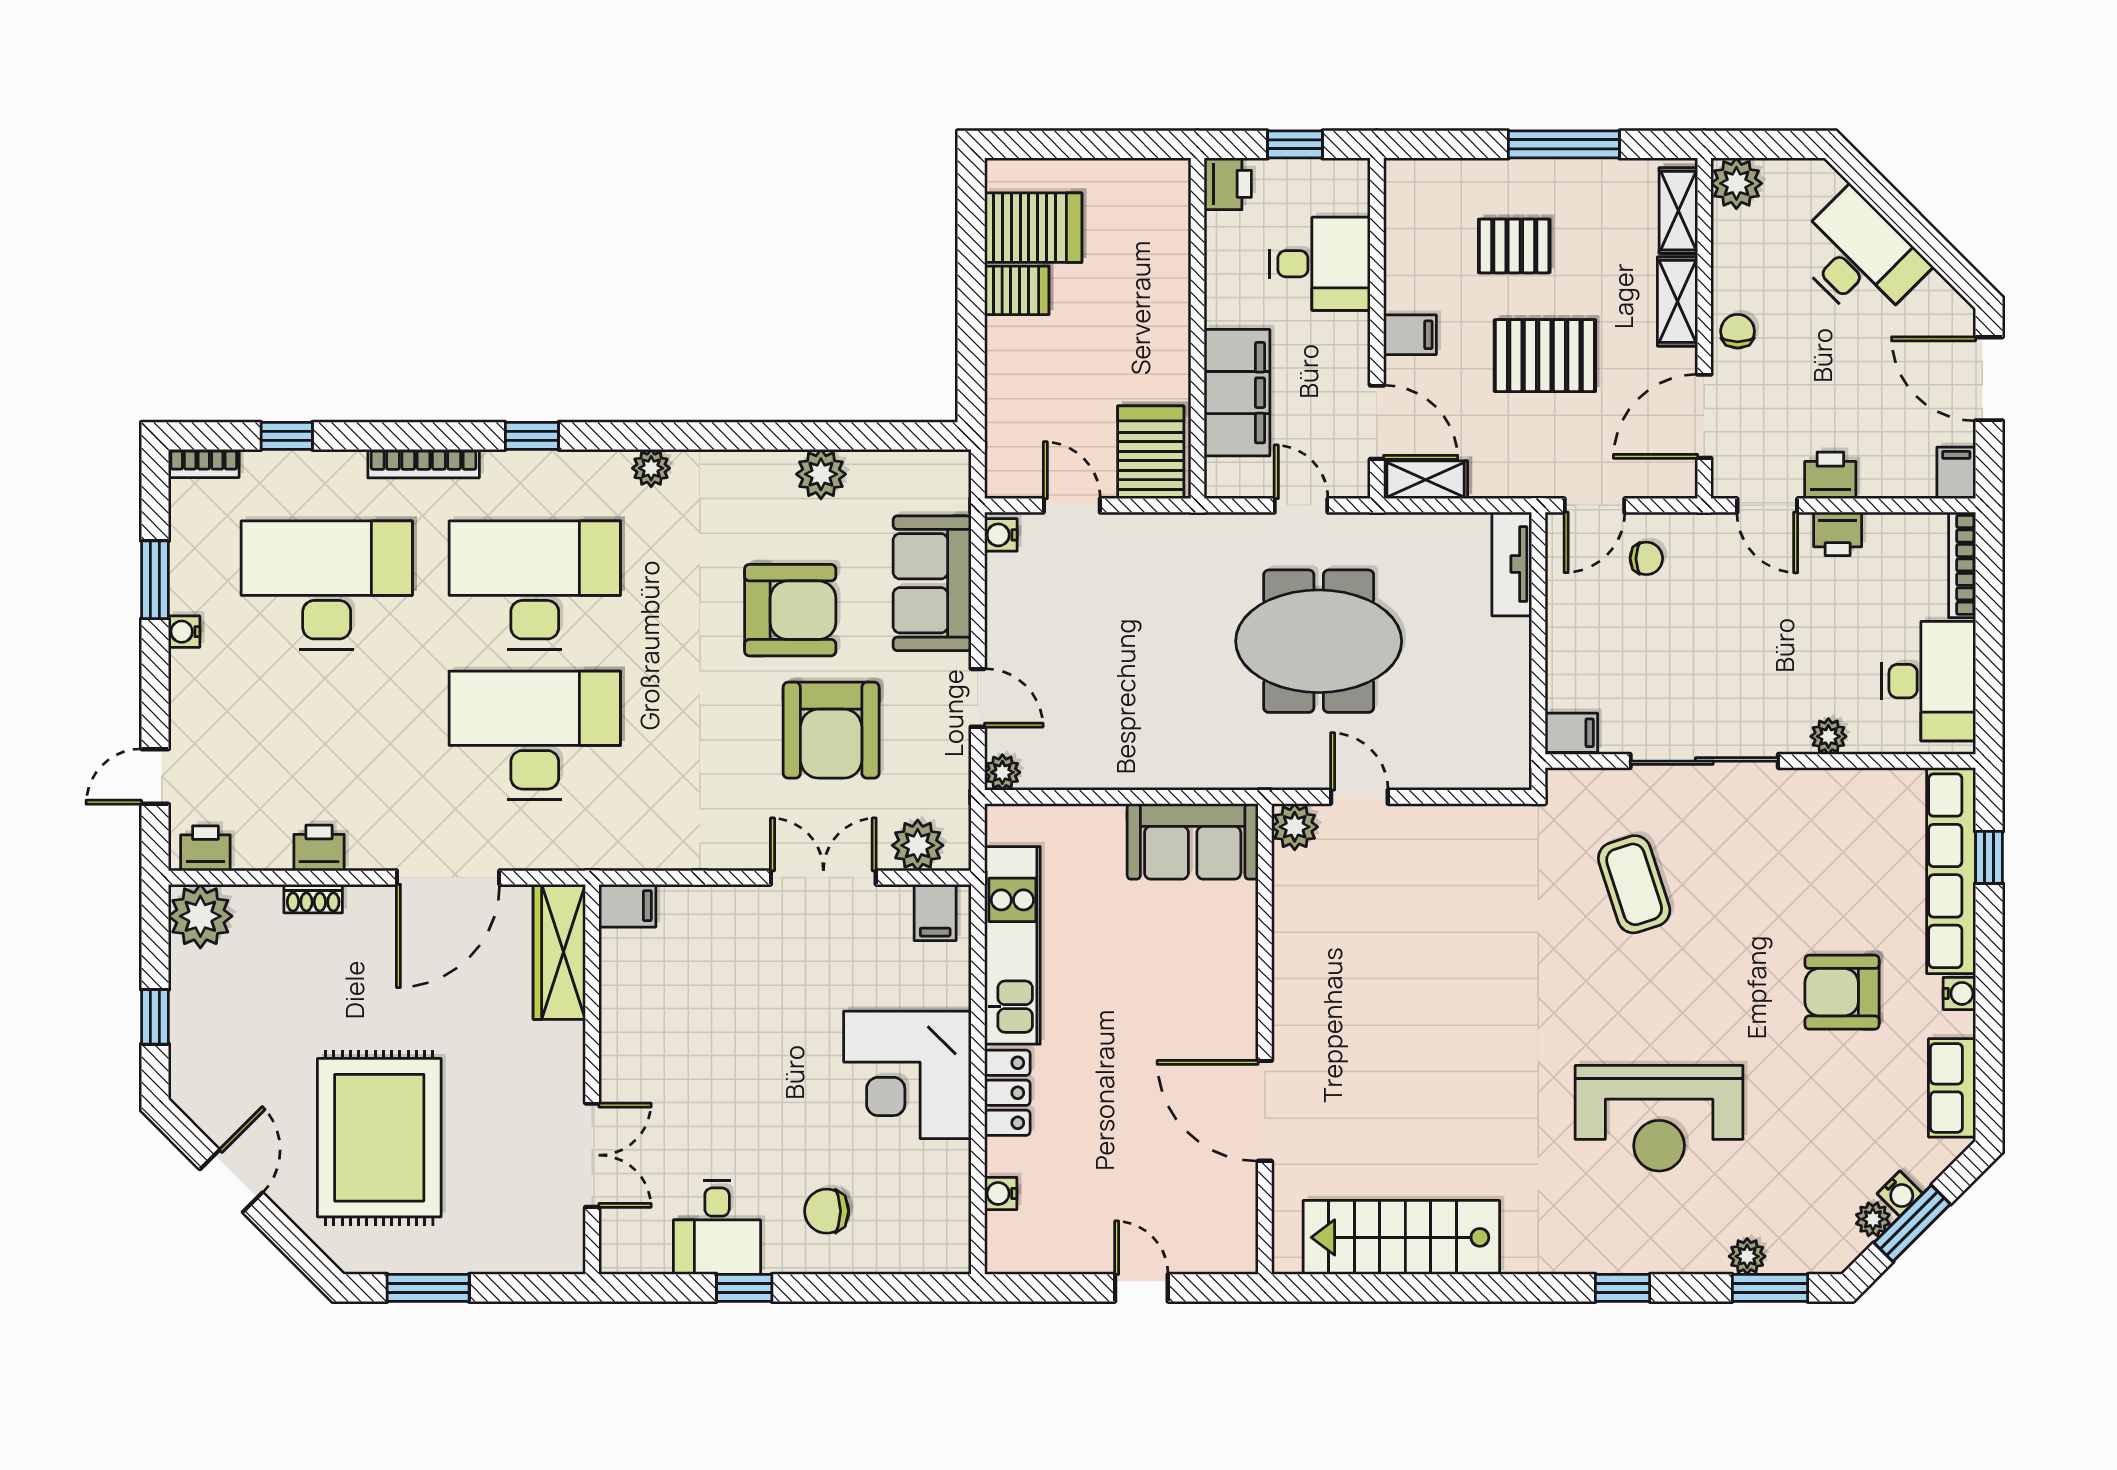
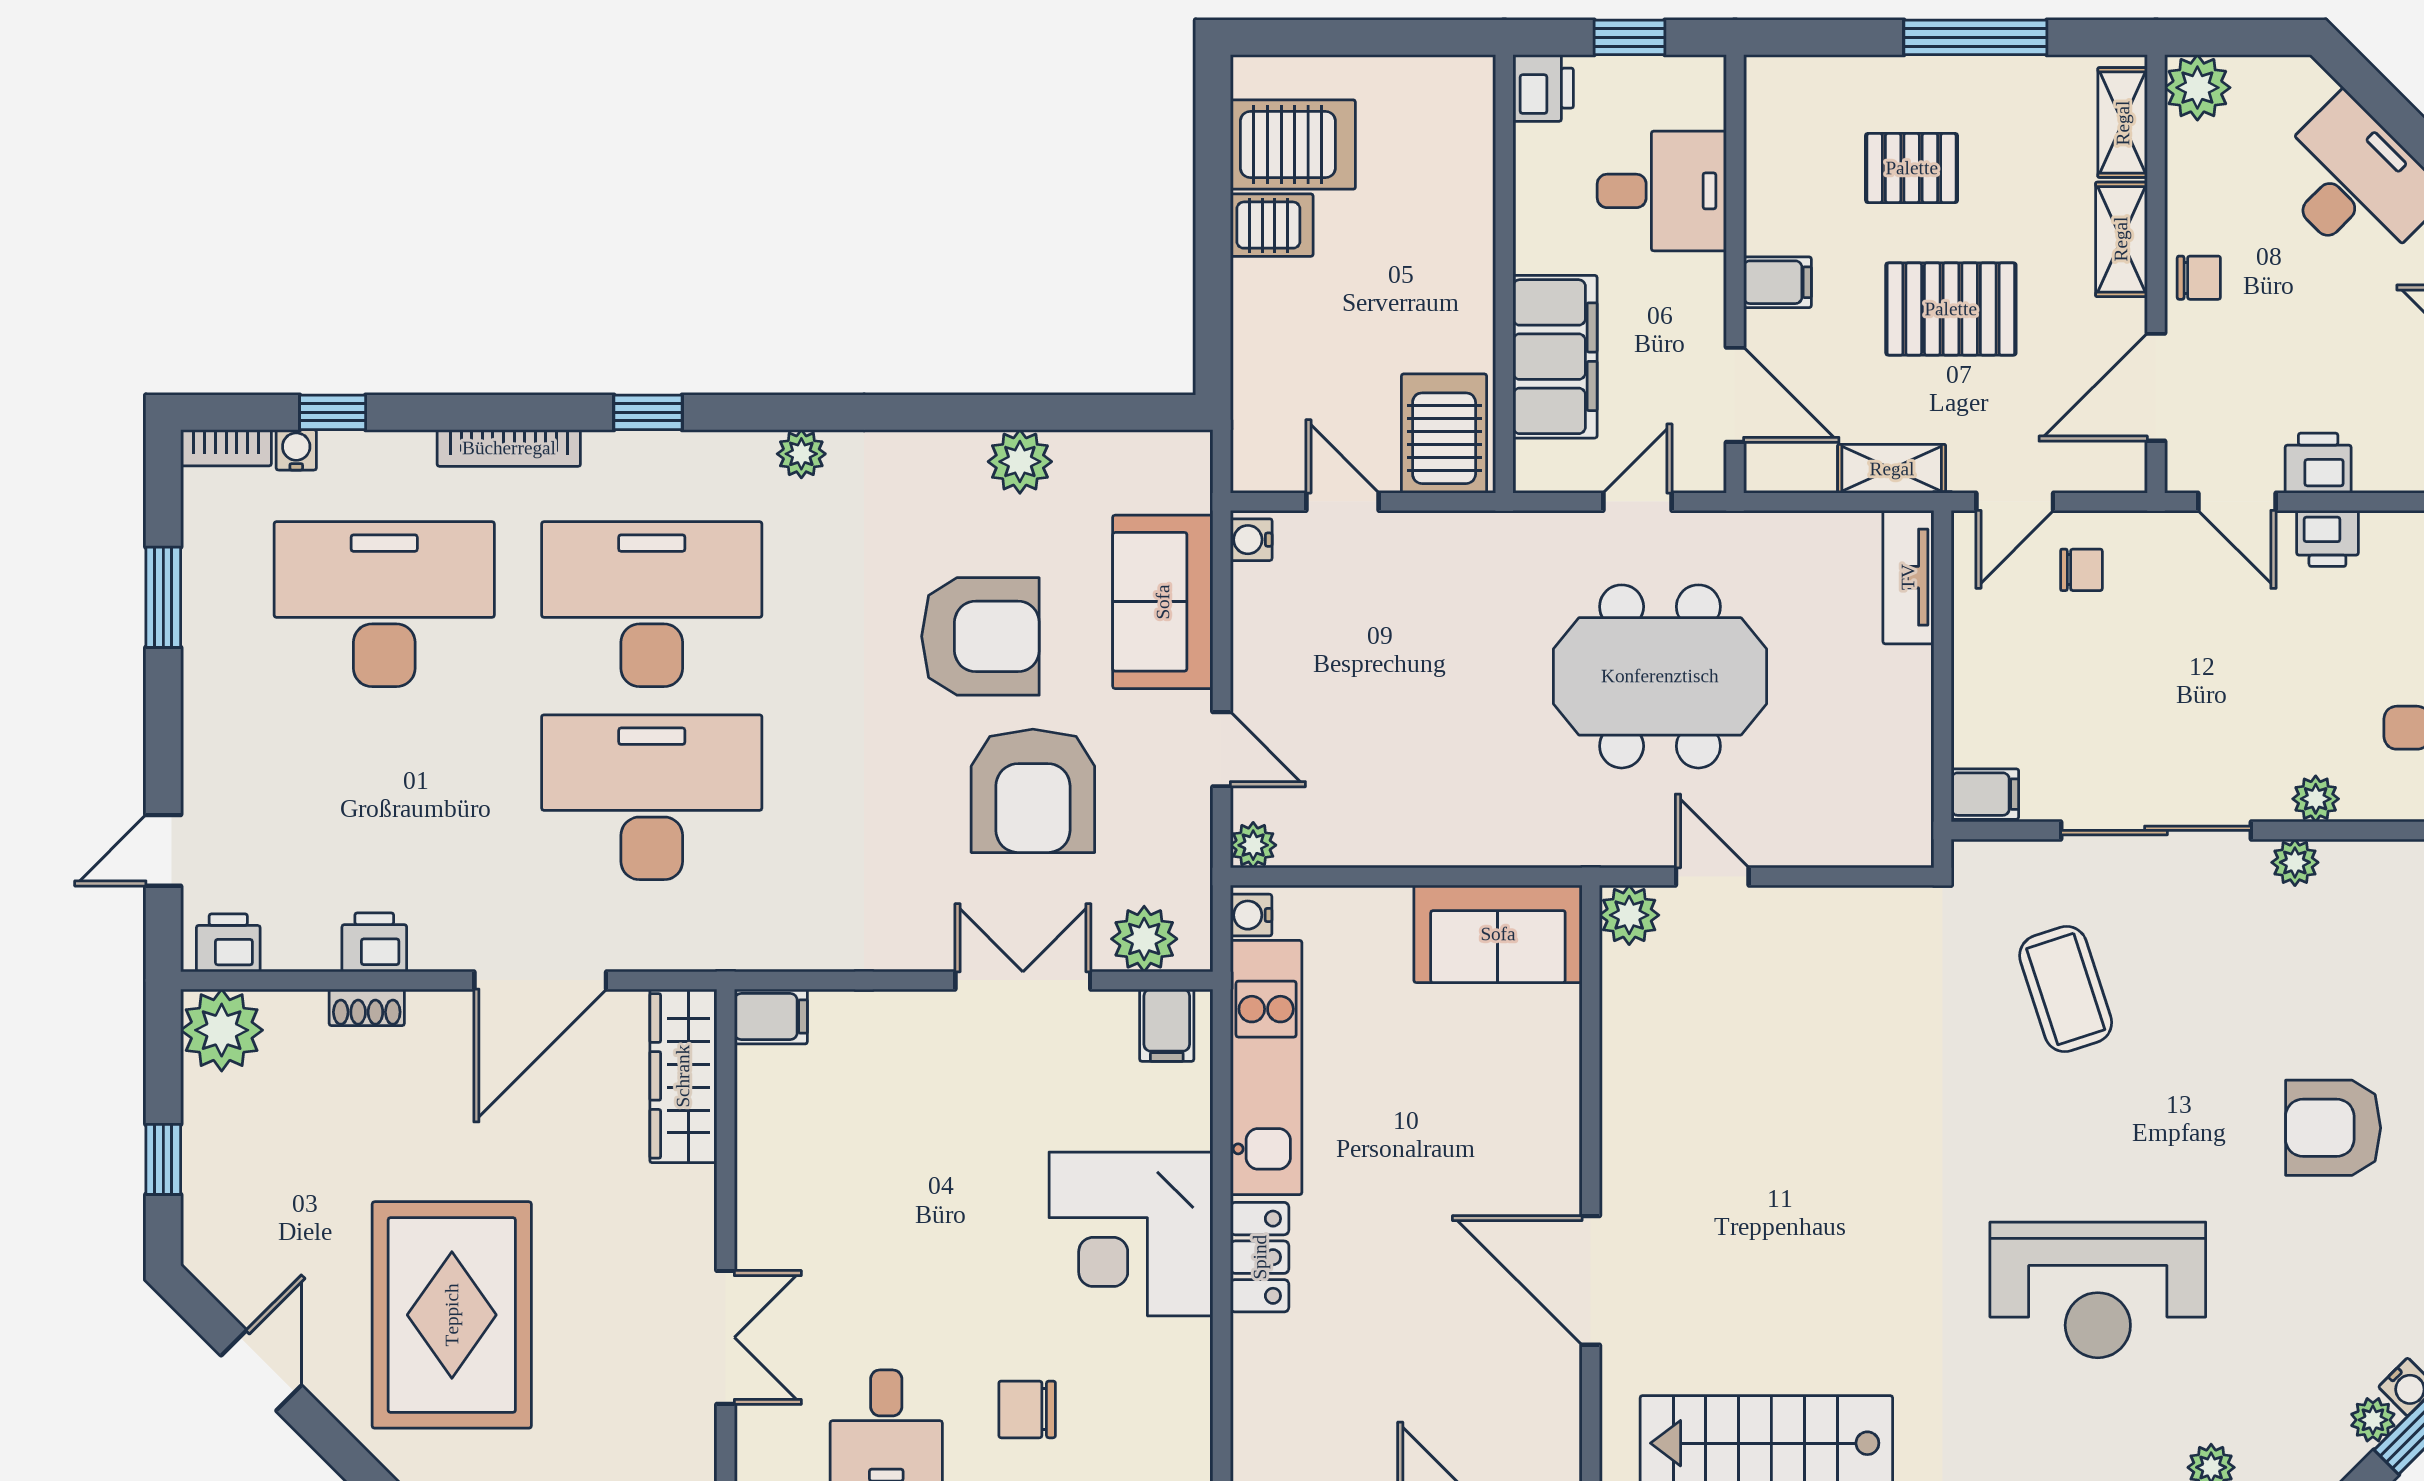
chair: (1738, 331) -> (2199, 278), turned 90
shelving: (1426, 480) -> (1892, 469), moved
door: (1301, 505) -> (1637, 502), hinge flipped
water cooler: (184, 632) -> (296, 450), moved, turned 90
plant: (1812, 786) -> (2295, 862), added
water cooler: (1001, 1193) -> (1251, 915), moved

